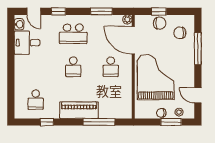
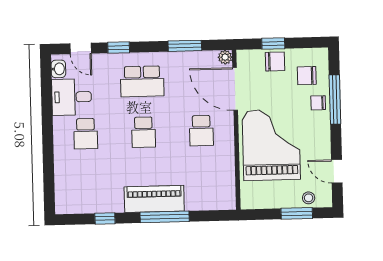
school desk: (36, 100) -> (86, 134), moved
chair: (161, 113) -> (318, 103), moved
window: (99, 122) -> (165, 217), moved

